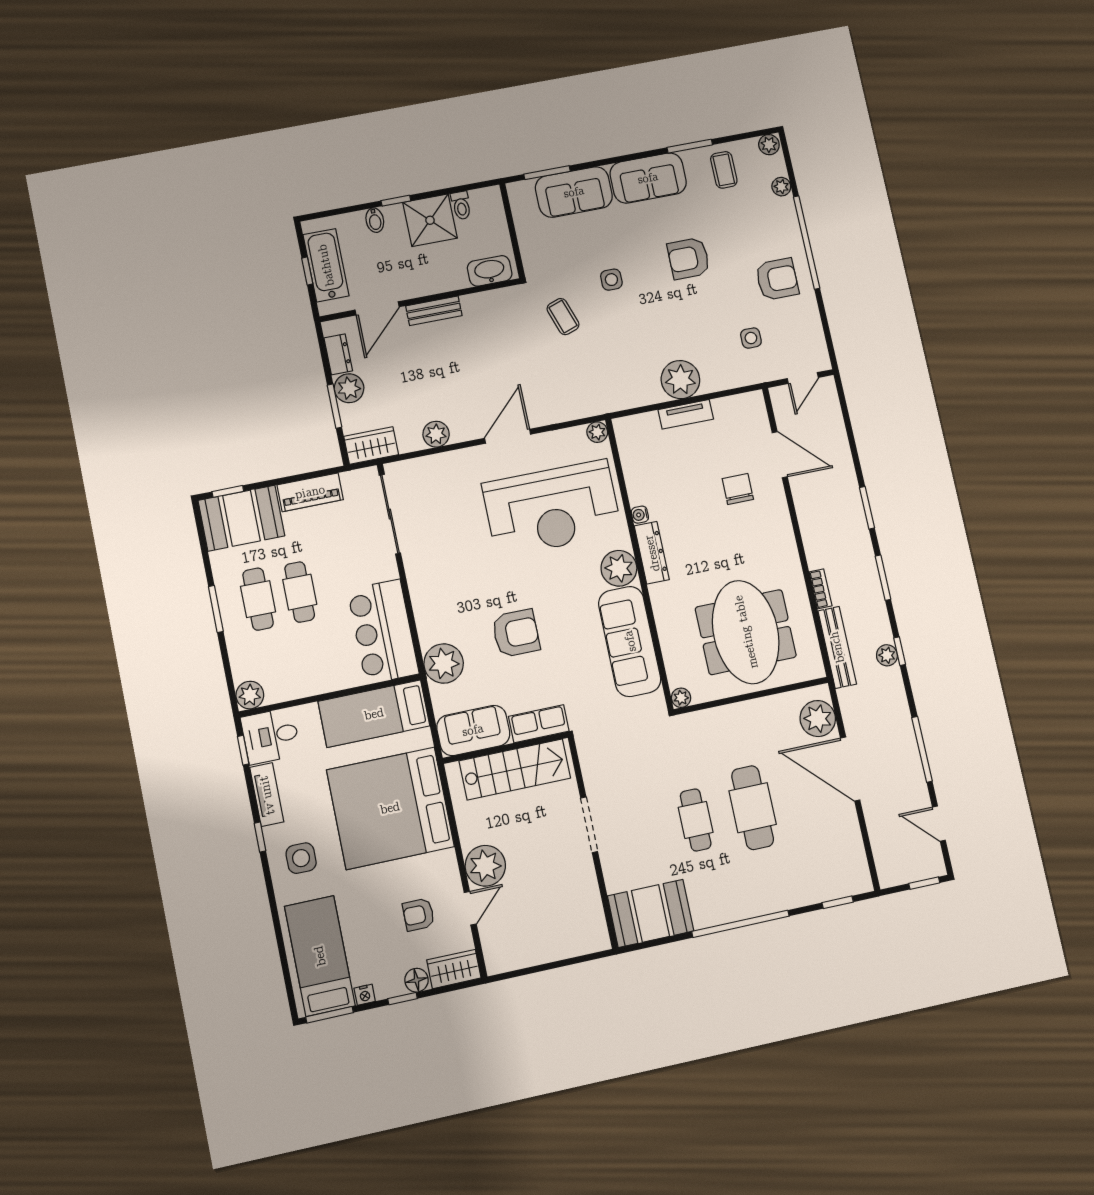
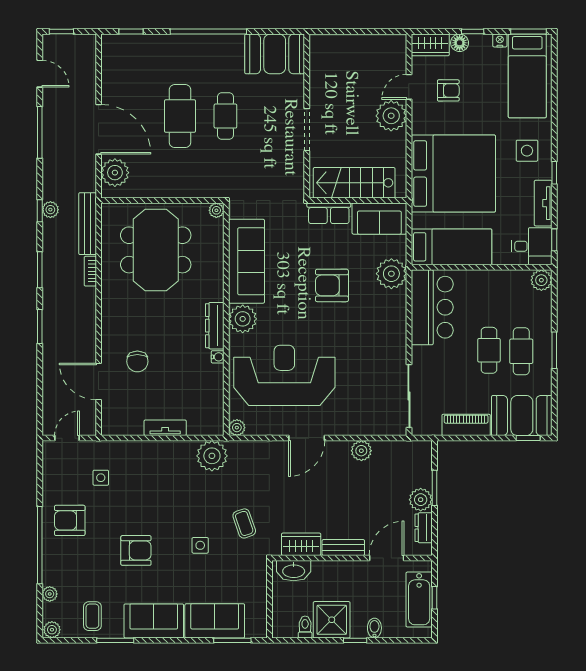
plant: (680, 380) -> (212, 456), moved
wardrobe: (371, 446) -> (301, 544), moved, turned 180

